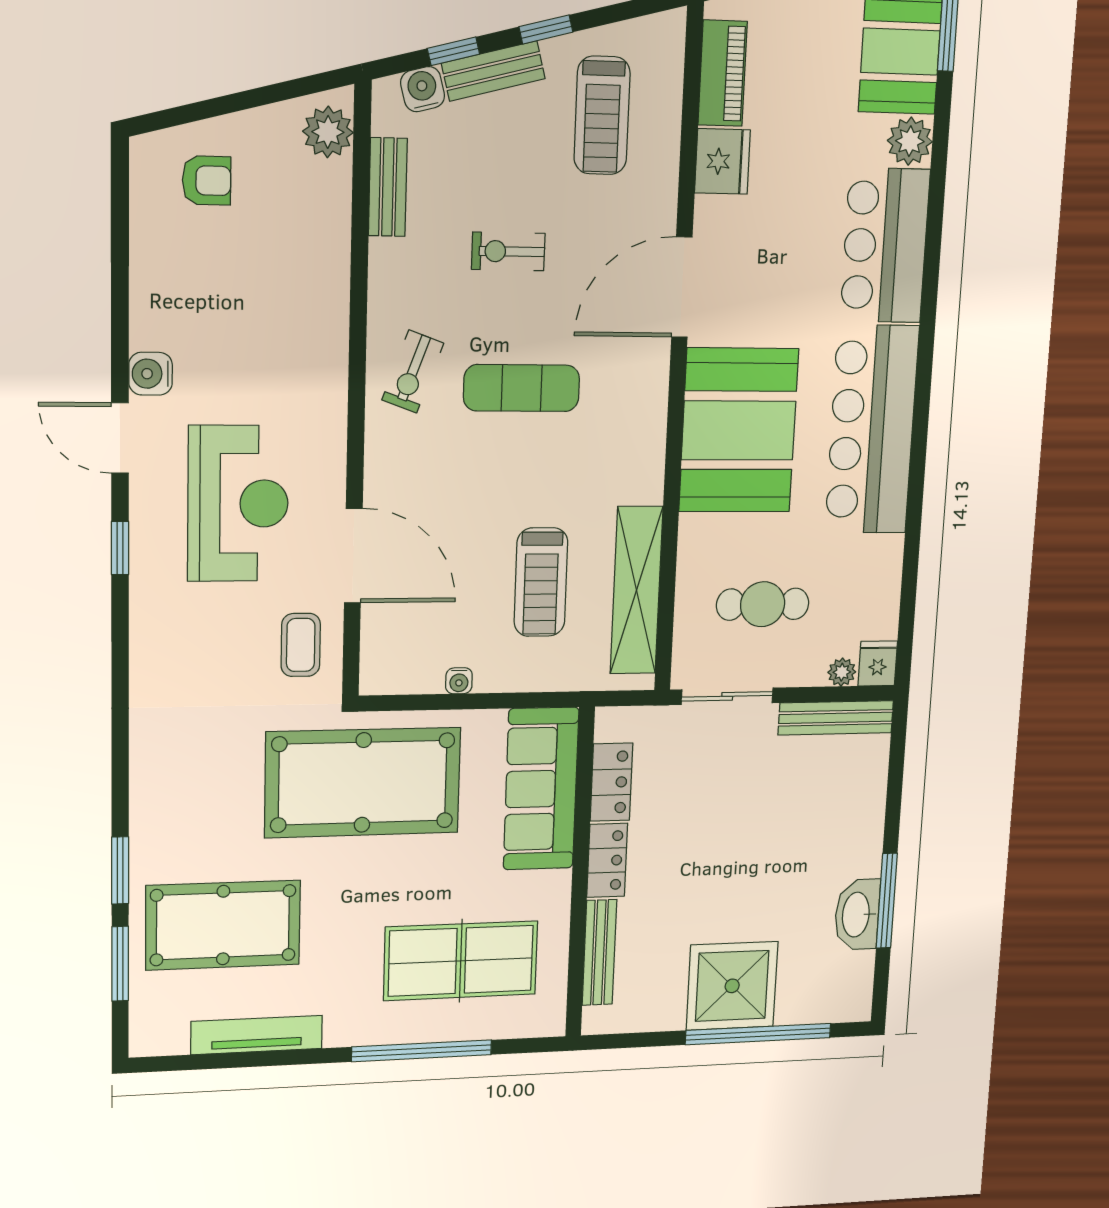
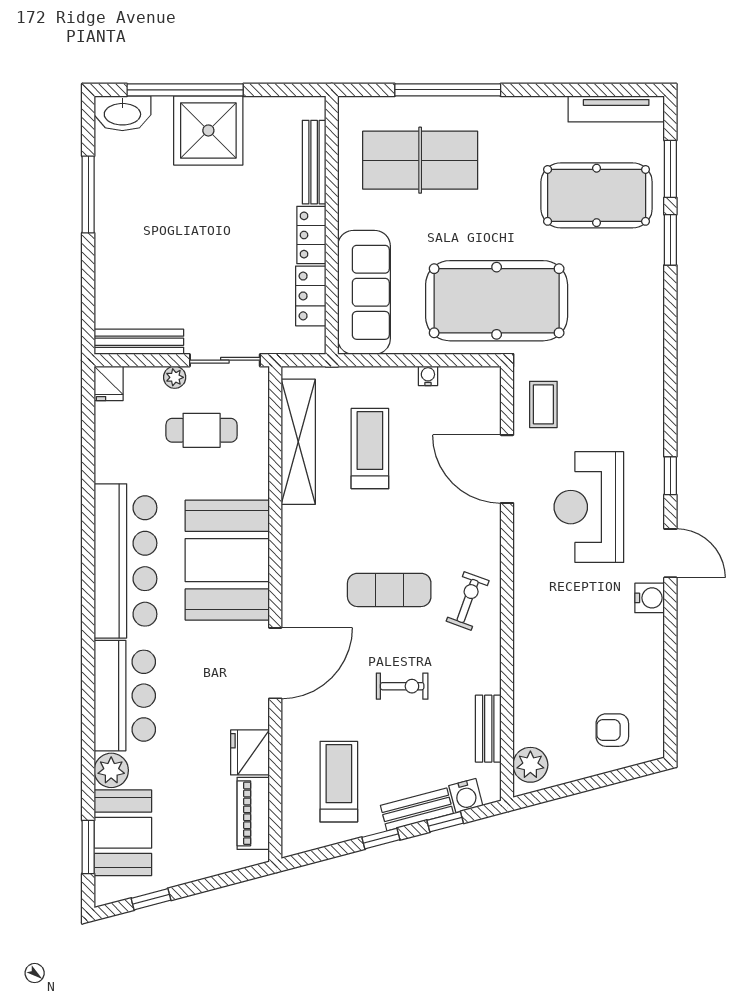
plant: (842, 672) -> (175, 377), moved
washbasin: (857, 915) -> (122, 113), moved, turned 90
tv unit: (257, 1035) -> (616, 109), moved

